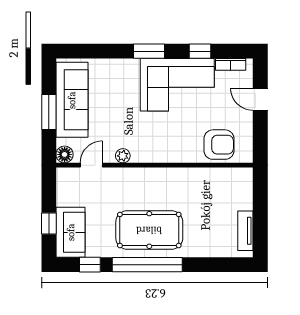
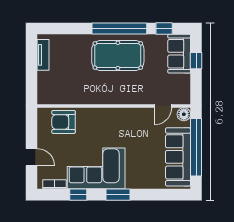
window: (49, 112) -> (196, 147), width x2.11
plant: (123, 156) -> (138, 113), removed

